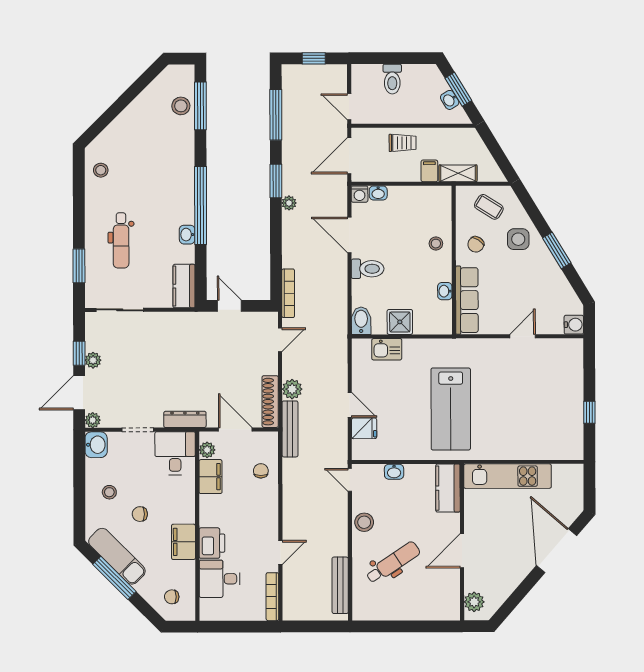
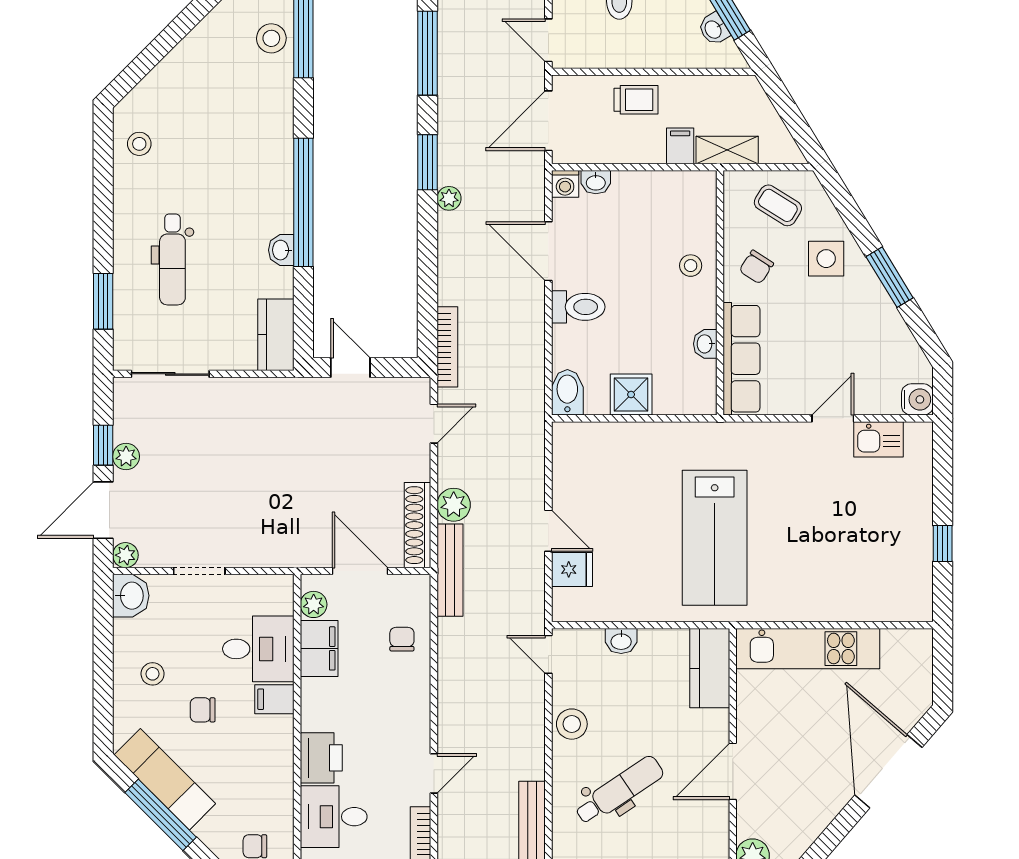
kitchen sink: (387, 349) -> (879, 439), moved
dresser: (185, 419) -> (277, 554), removed
desk: (175, 453) -> (258, 649), moved, turned 90
filing cabinet: (183, 542) -> (274, 699), moved, width x0.50

